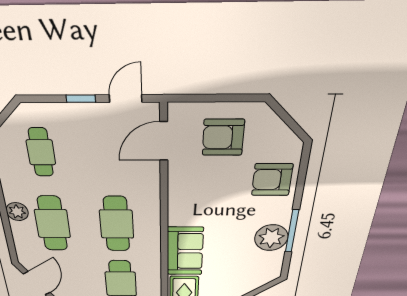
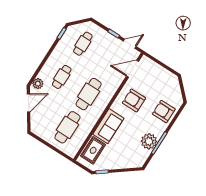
armchair: (223, 137) -> (134, 100), moved
plant: (17, 212) -> (38, 84), moved
cafe table: (53, 224) -> (62, 77), width x0.73, depth x0.74

